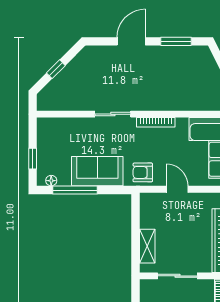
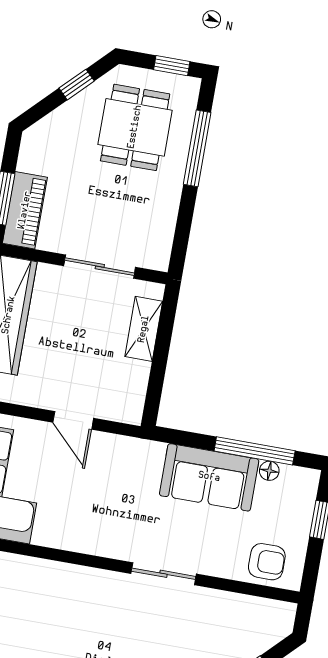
bookcase: (156, 122) -> (90, 546), removed
armchair: (143, 172) -> (267, 562), moved
floor lamp: (51, 181) -> (269, 471), moved

